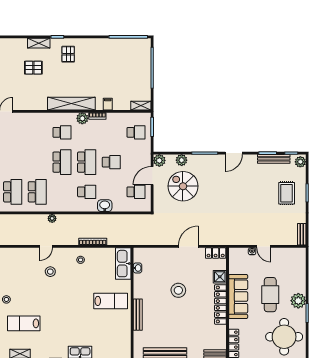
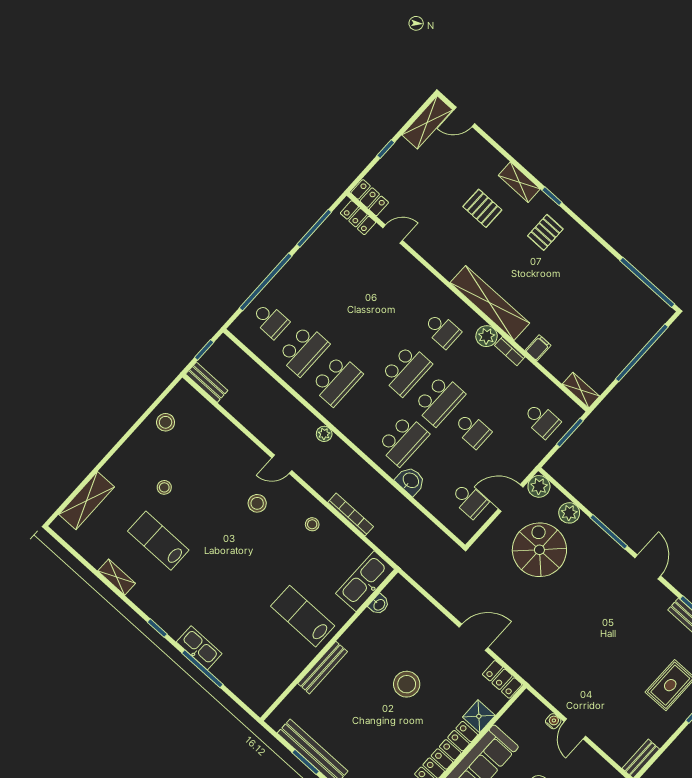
door: (234, 153) -> (648, 567), swing flipped
school desk: (87, 192) -> (403, 440), width x1.85
lab bench: (111, 301) -> (303, 616), turned 180

